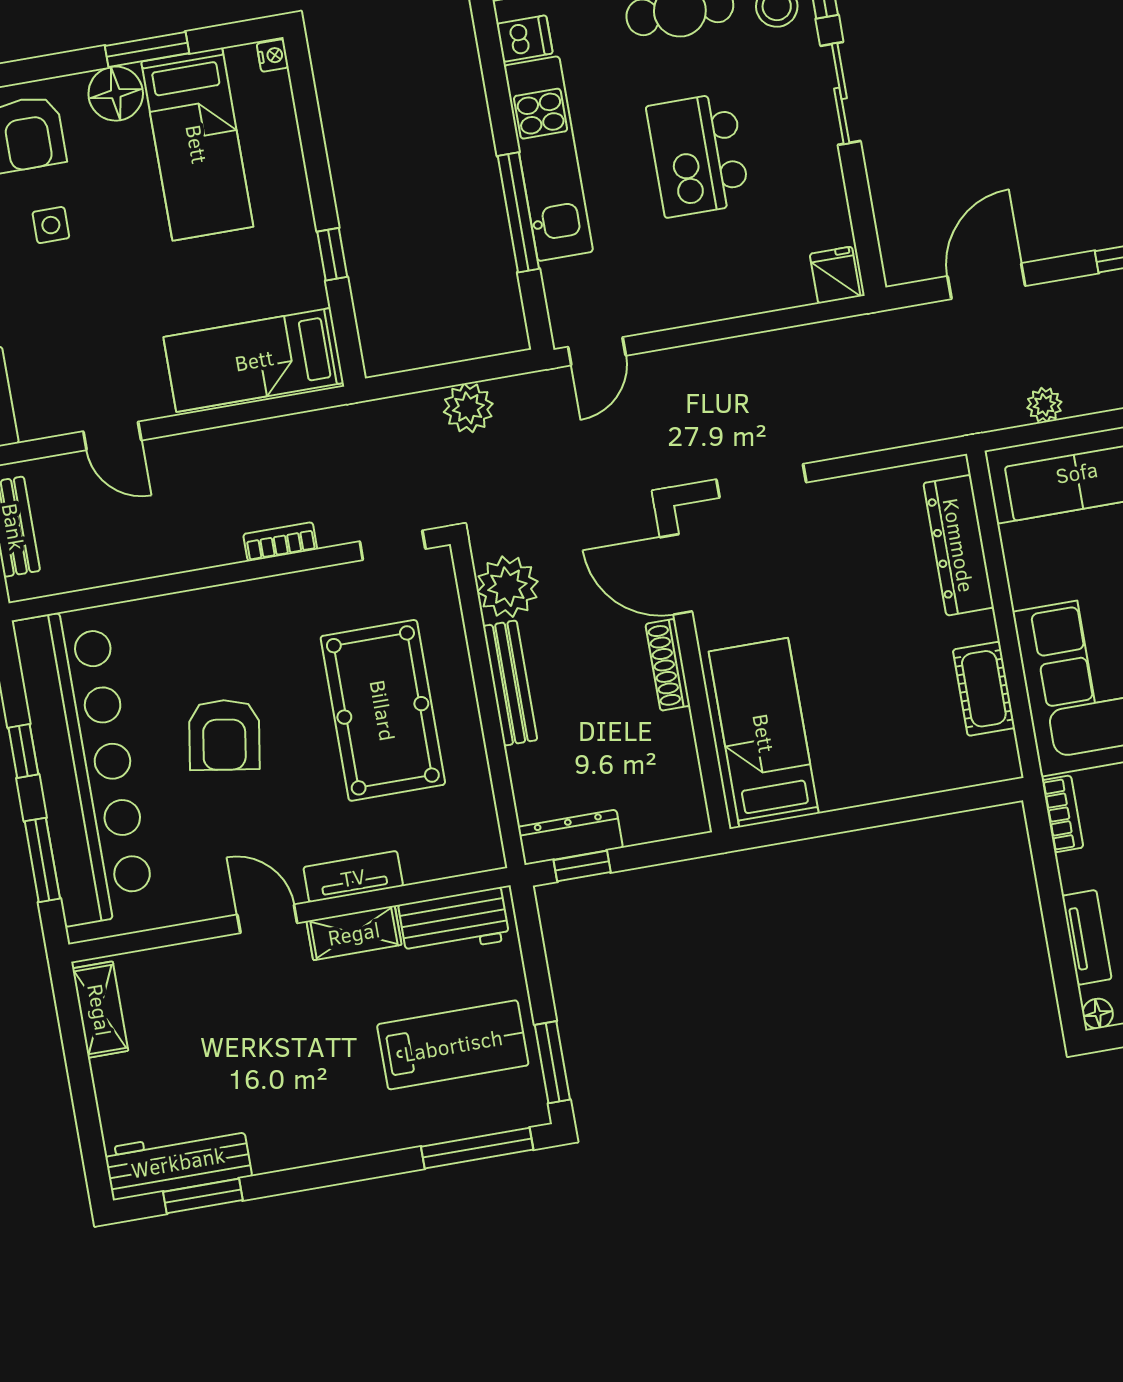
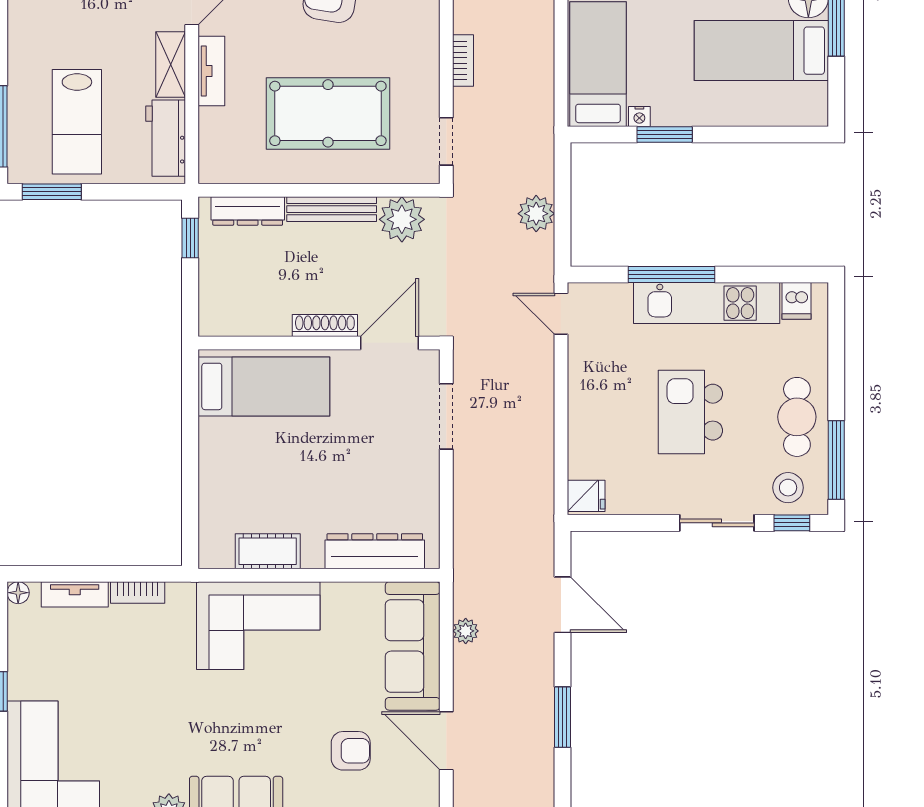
nightstand: (273, 55) -> (639, 116), moved
kitchen island: (698, 155) -> (690, 412), turned -90
window: (332, 254) -> (665, 134), width x1.50
bookcase: (1063, 814) -> (138, 592), moved
dresser: (570, 837) -> (248, 211), moved, turned 90

